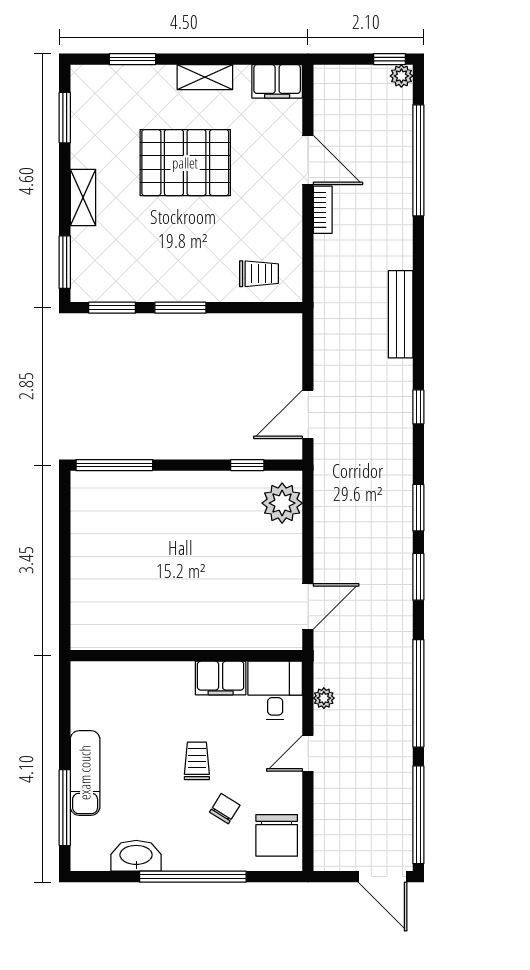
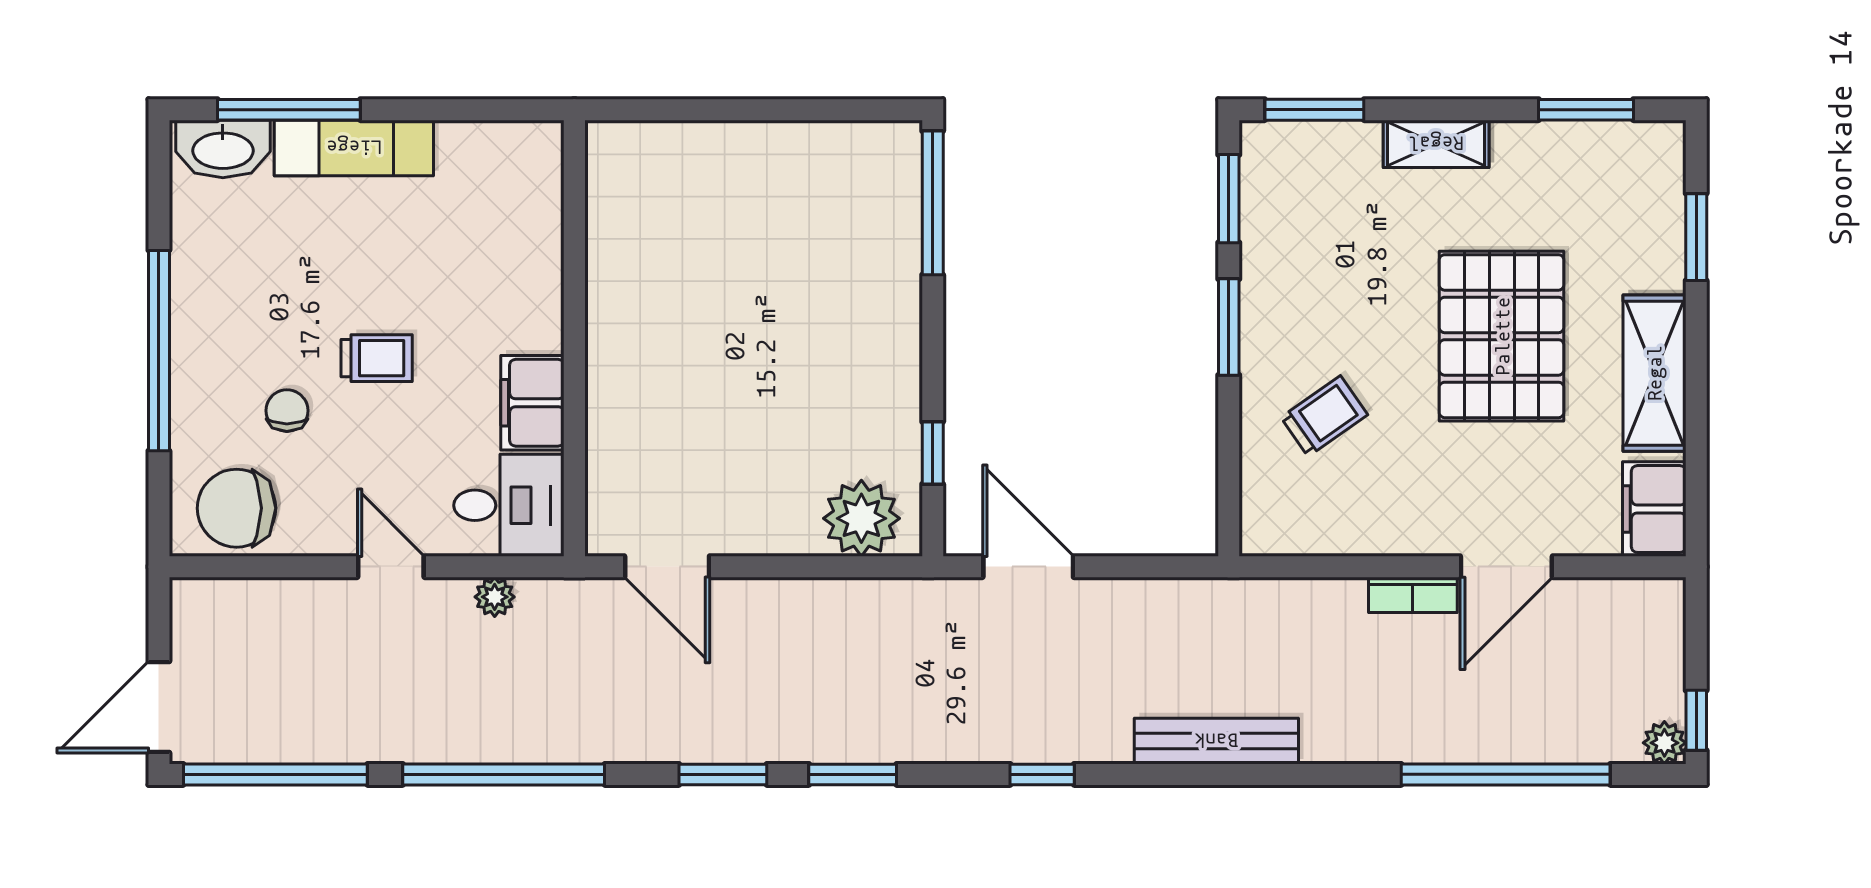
shelving: (205, 77) -> (1654, 373), width x1.50, depth x1.33
trolley: (259, 274) -> (1324, 416), moved, turned -125
chair: (225, 809) -> (287, 411), turned -122
washbasin: (136, 856) -> (223, 149), moved, turned 90

